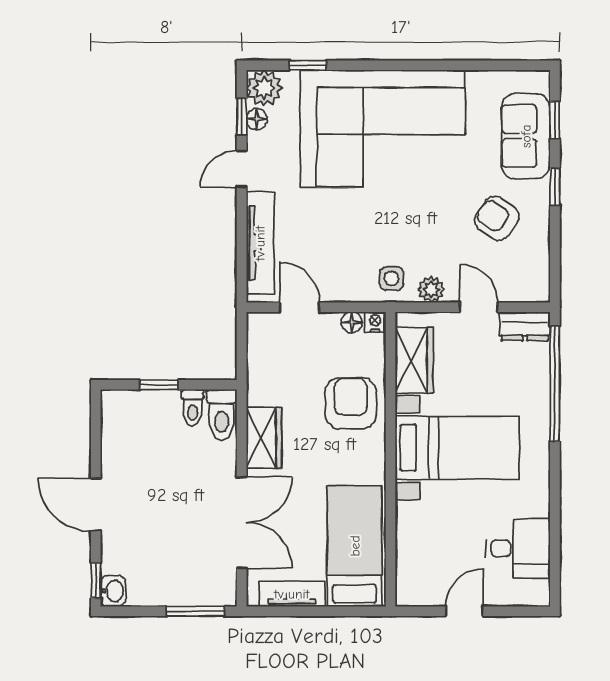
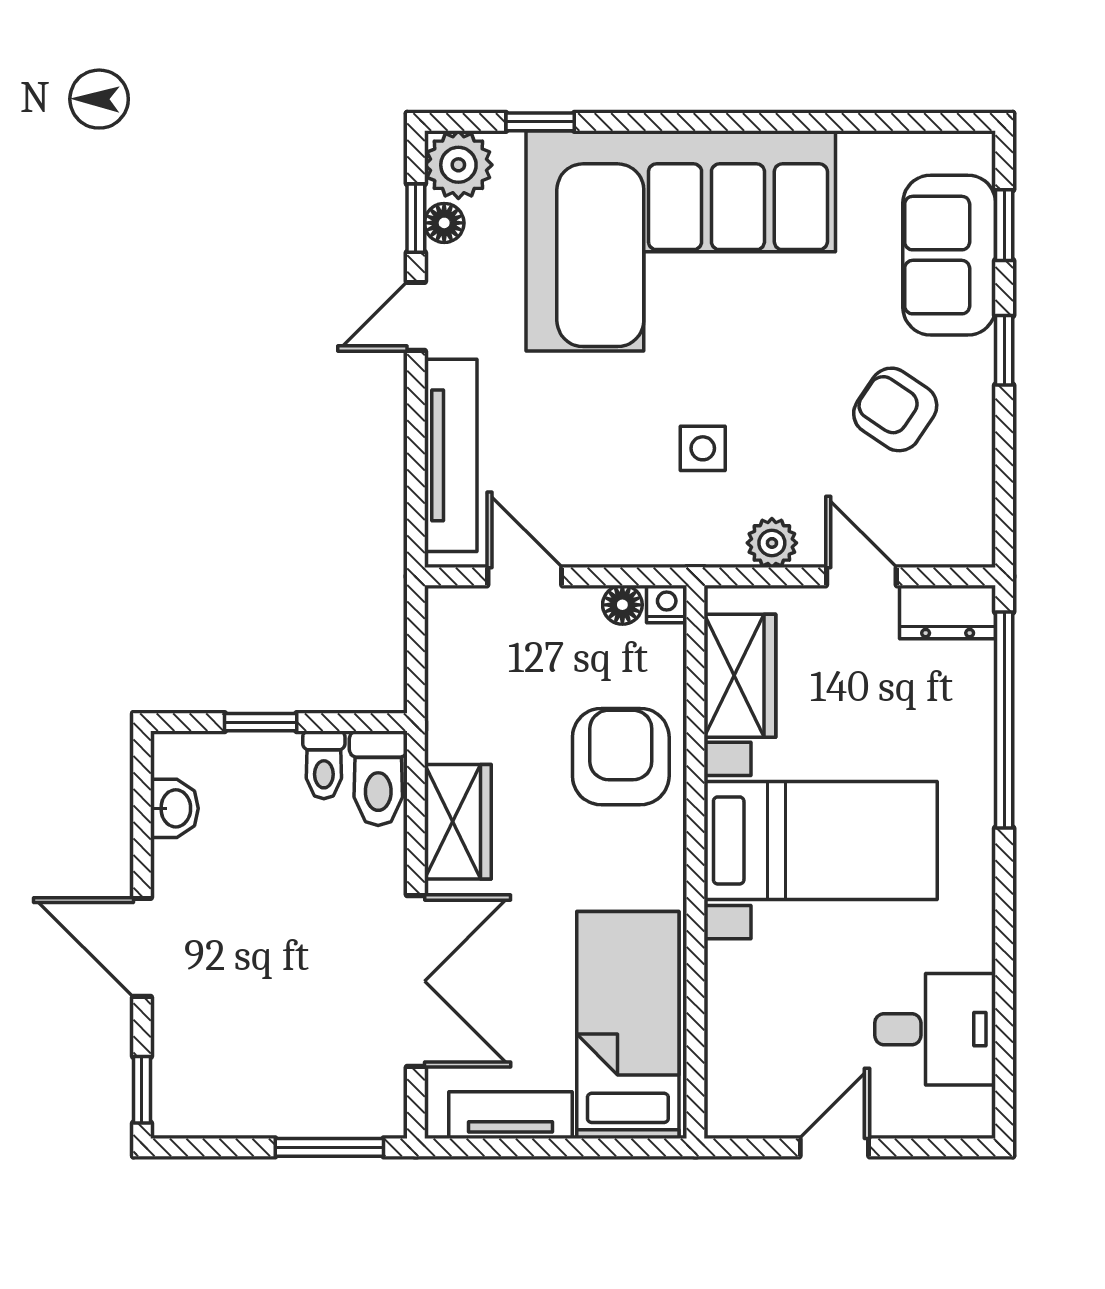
side table: (391, 279) -> (703, 448), moved
washbasin: (113, 591) -> (174, 808), moved

